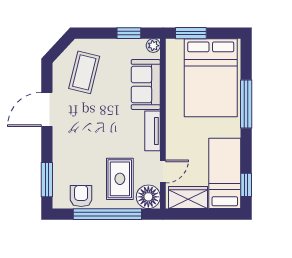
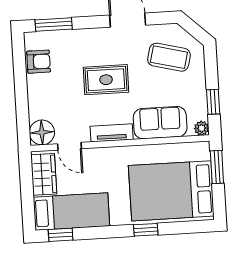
window: (246, 104) -> (146, 230), width x0.46
rug: (120, 179) -> (106, 80), moved
window: (107, 214) -> (21, 90), removed

